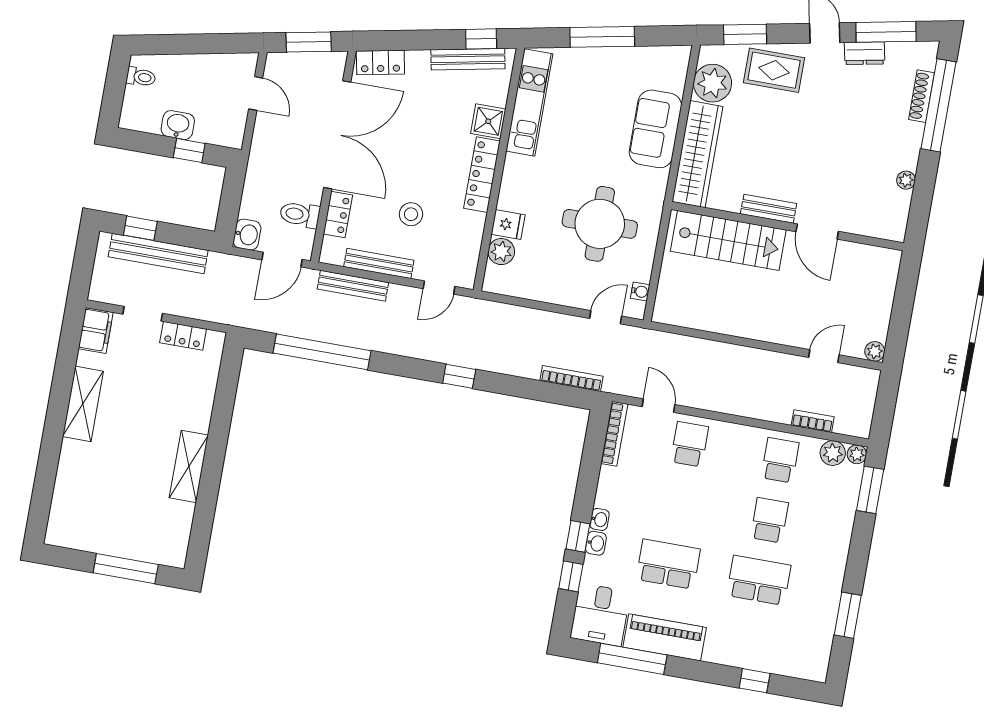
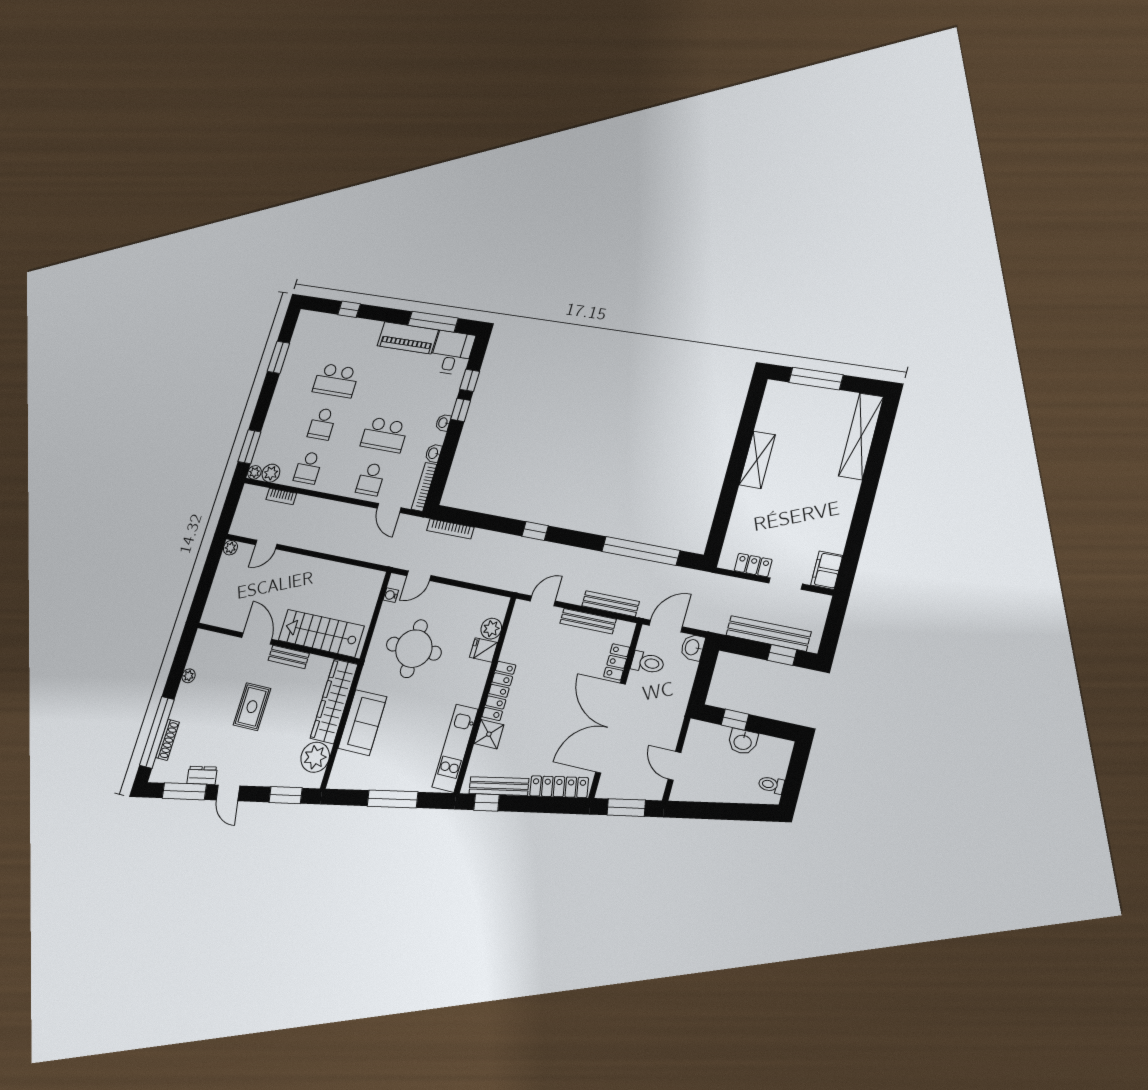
locker: (380, 62) -> (559, 787), width x1.53
rug: (774, 70) -> (252, 707), moved, turned 90
stool: (411, 214) -> (558, 660), removed
shelving: (83, 404) -> (861, 436), moved, width x1.47
washbasin: (596, 543) -> (433, 453), moved
school desk: (668, 564) -> (384, 435), moved

